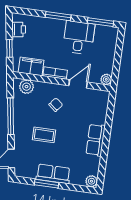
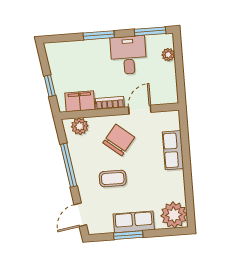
printer: (19, 29) -> (56, 61), removed
plant: (106, 79) -> (168, 55), moved
chair: (56, 105) -> (119, 140), width x1.87, depth x1.87
row of seats: (96, 140) -> (173, 150), moved
plant: (91, 181) -> (174, 215), width x1.88, depth x1.88

